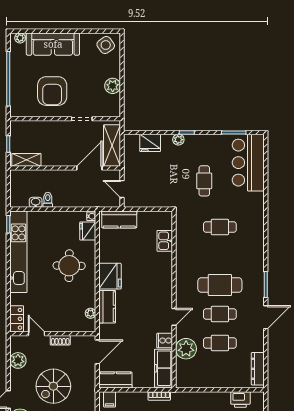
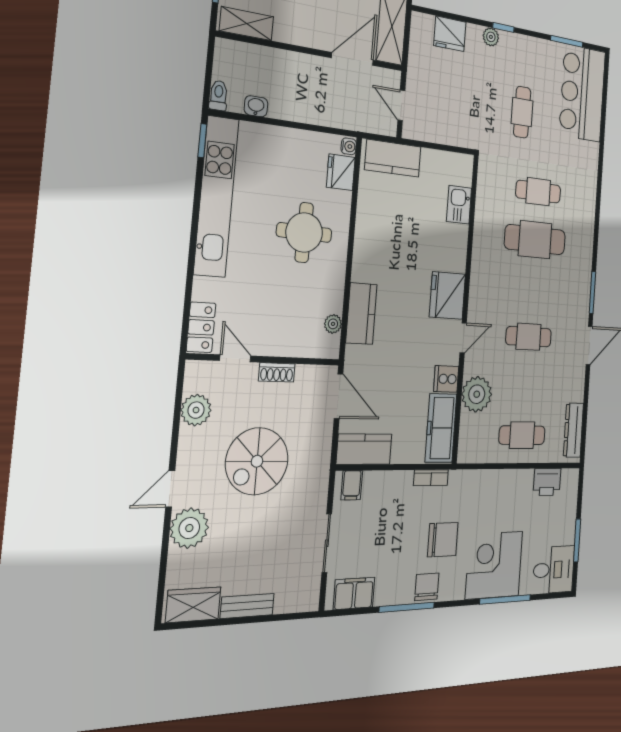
toilet: (48, 200) -> (218, 95), moved
fridge: (110, 276) -> (447, 296), moved, turned 180
cafe table: (220, 285) -> (535, 240), moved
cafe table: (220, 343) -> (522, 435), moved
door: (97, 352) -> (339, 396), hinge flipped

